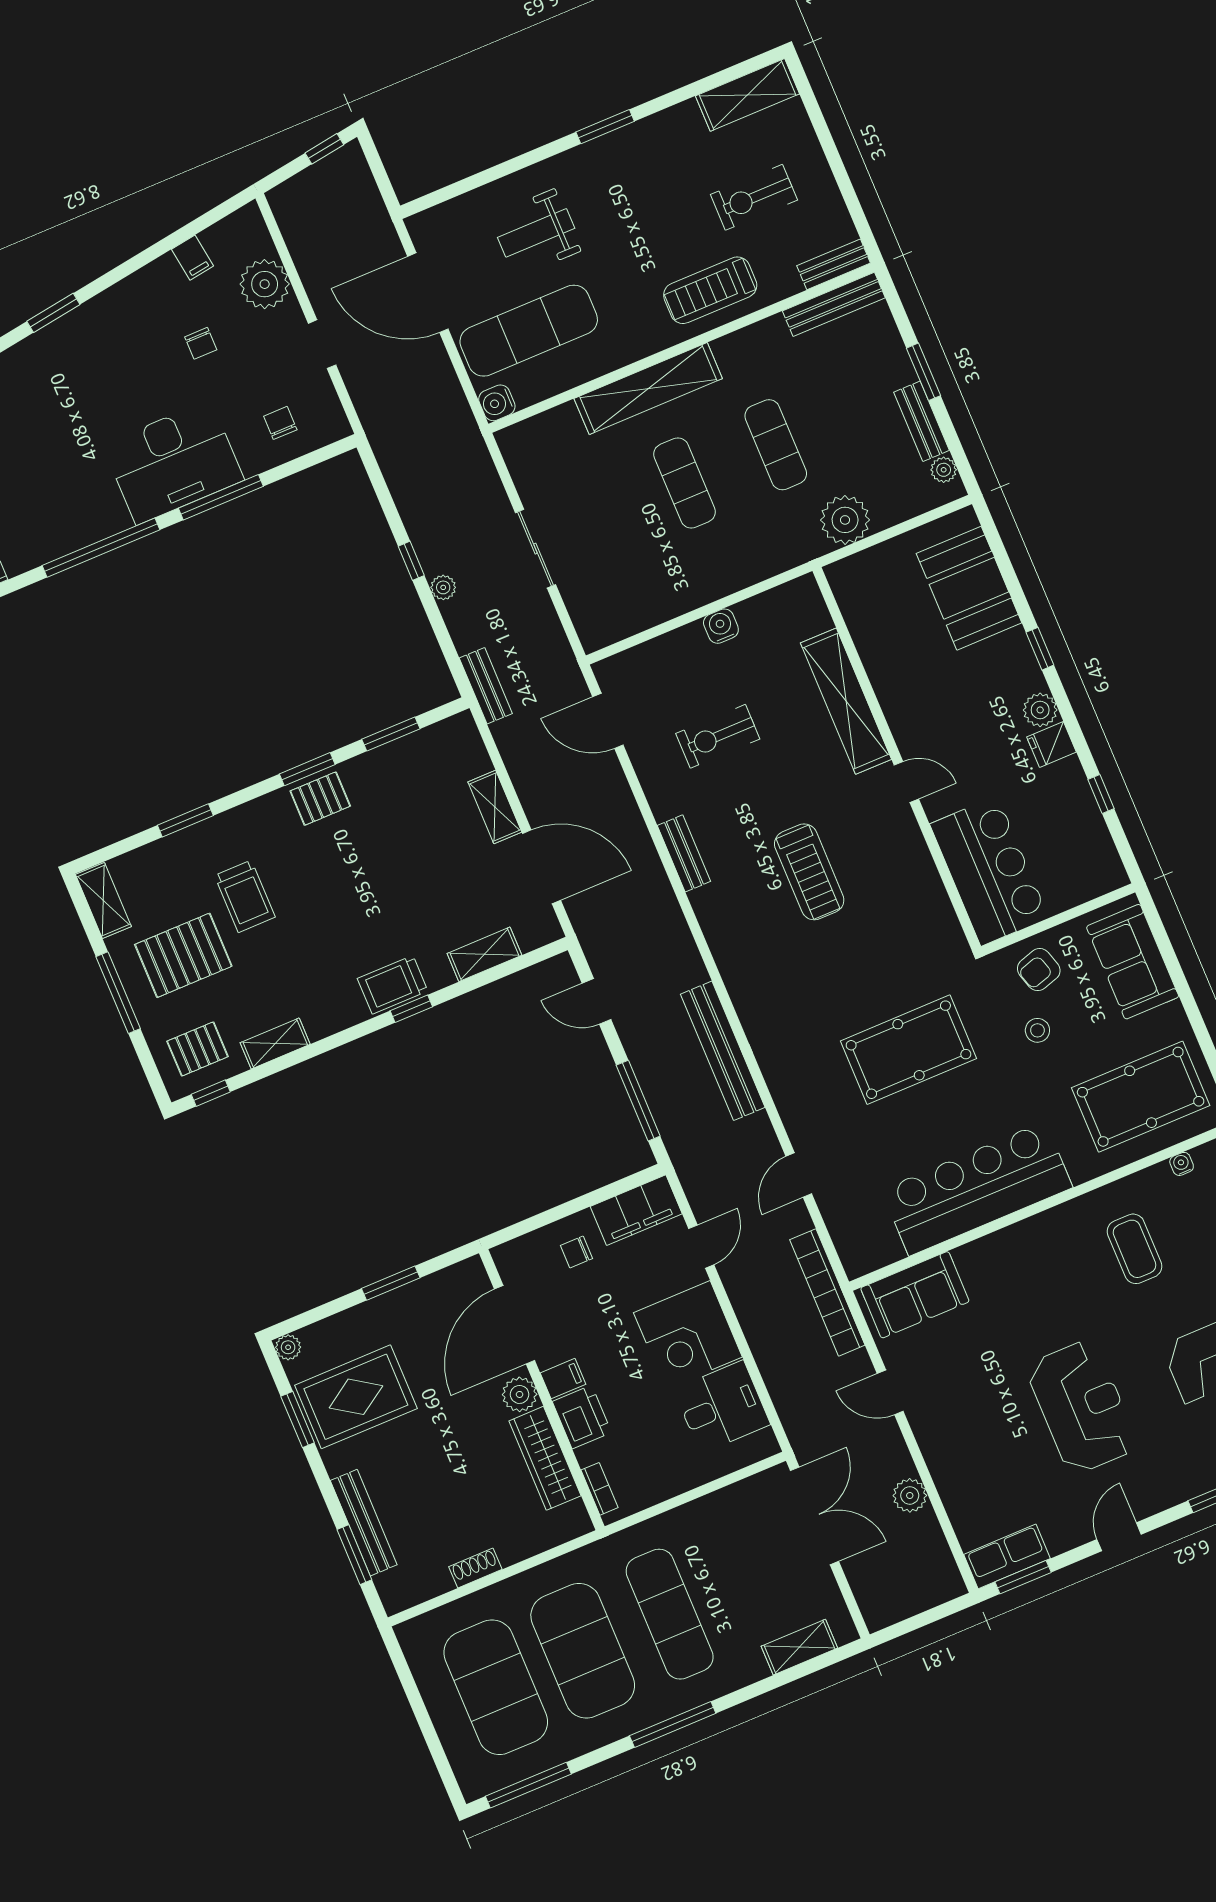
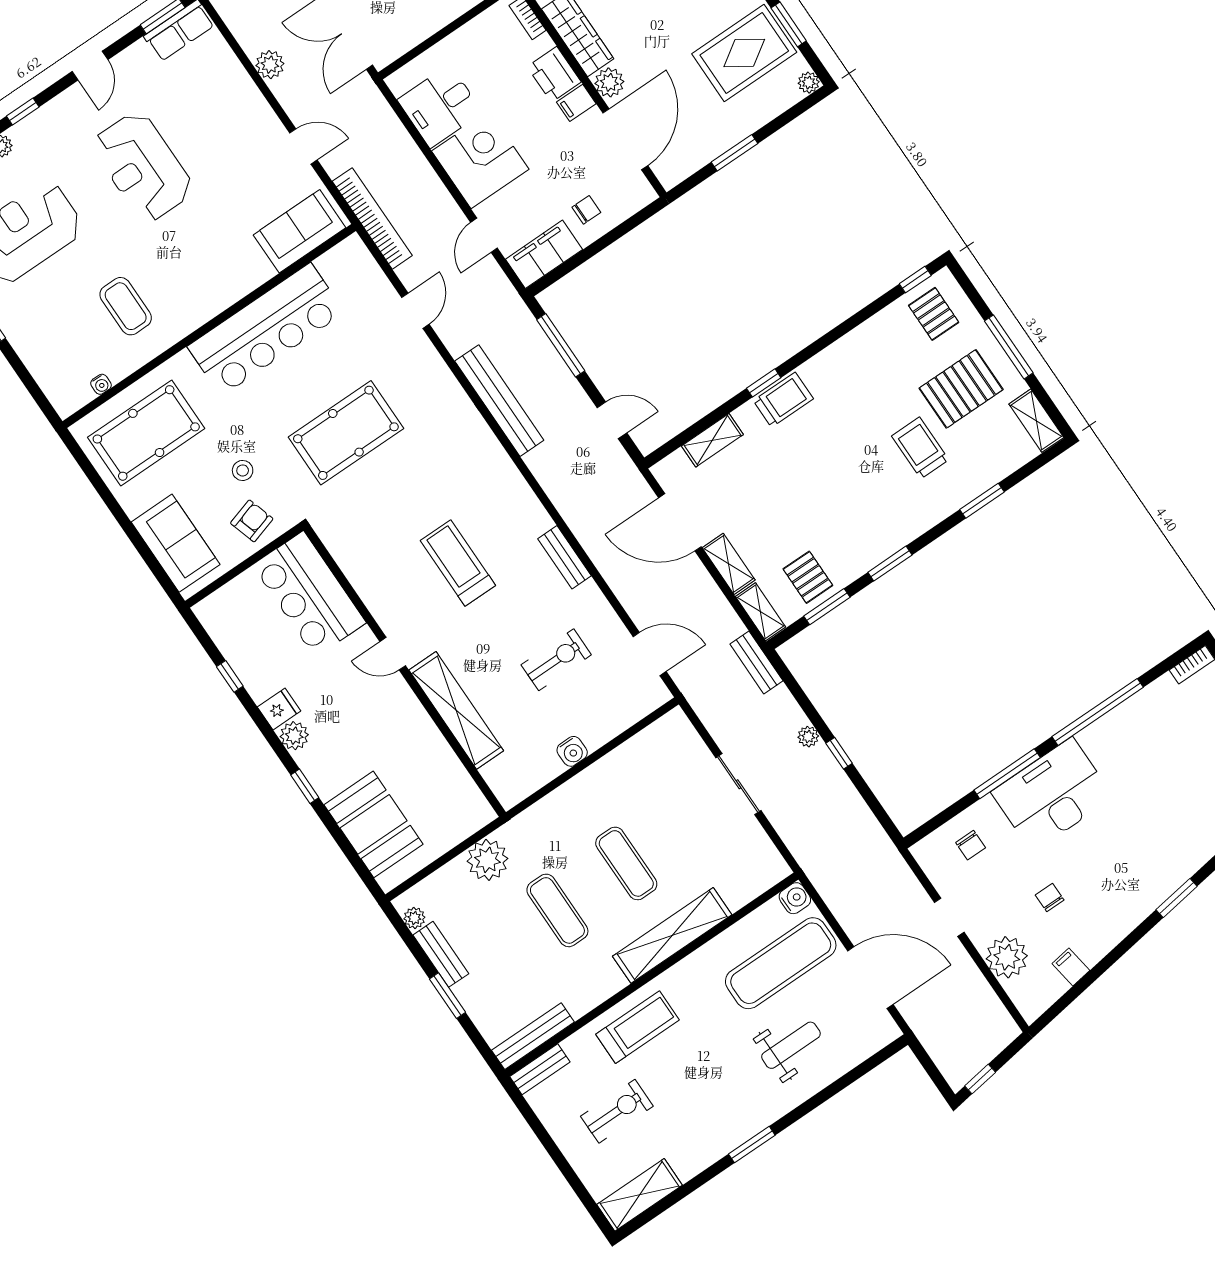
pallet: (320, 799) -> (808, 577), moved, turned 90
shelving: (275, 1043) -> (761, 612), moved, turned 90
pallet: (198, 1049) -> (934, 314), turned 90

